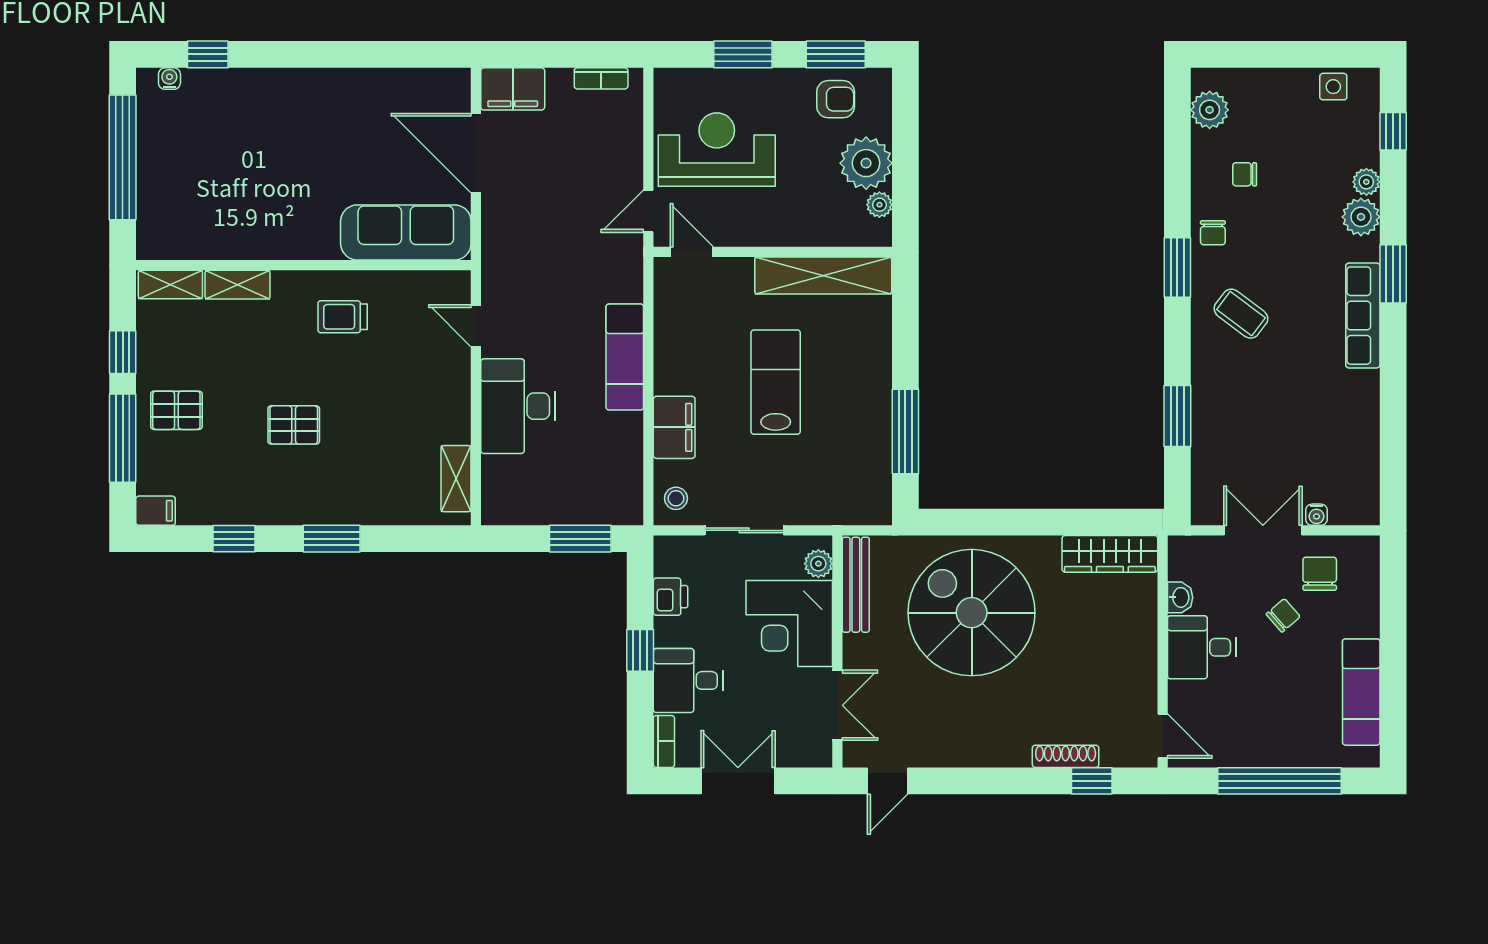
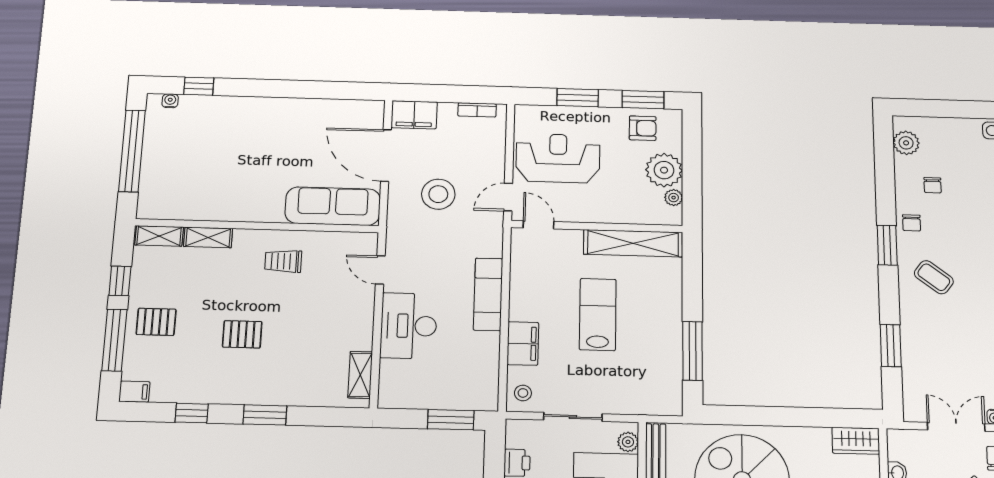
chair: (1245, 174) -> (933, 185), turned -90
stool: (551, 210) -> (438, 194), added
wardrobe: (1110, 554) -> (856, 441), width x0.67

